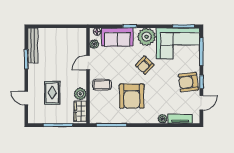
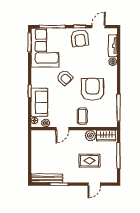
plant: (147, 37) -> (39, 76), removed
door: (88, 63) -> (62, 129), hinge flipped
armchair: (132, 96) -> (92, 89), turned -90
door: (201, 103) -> (99, 27), hinge flipped

